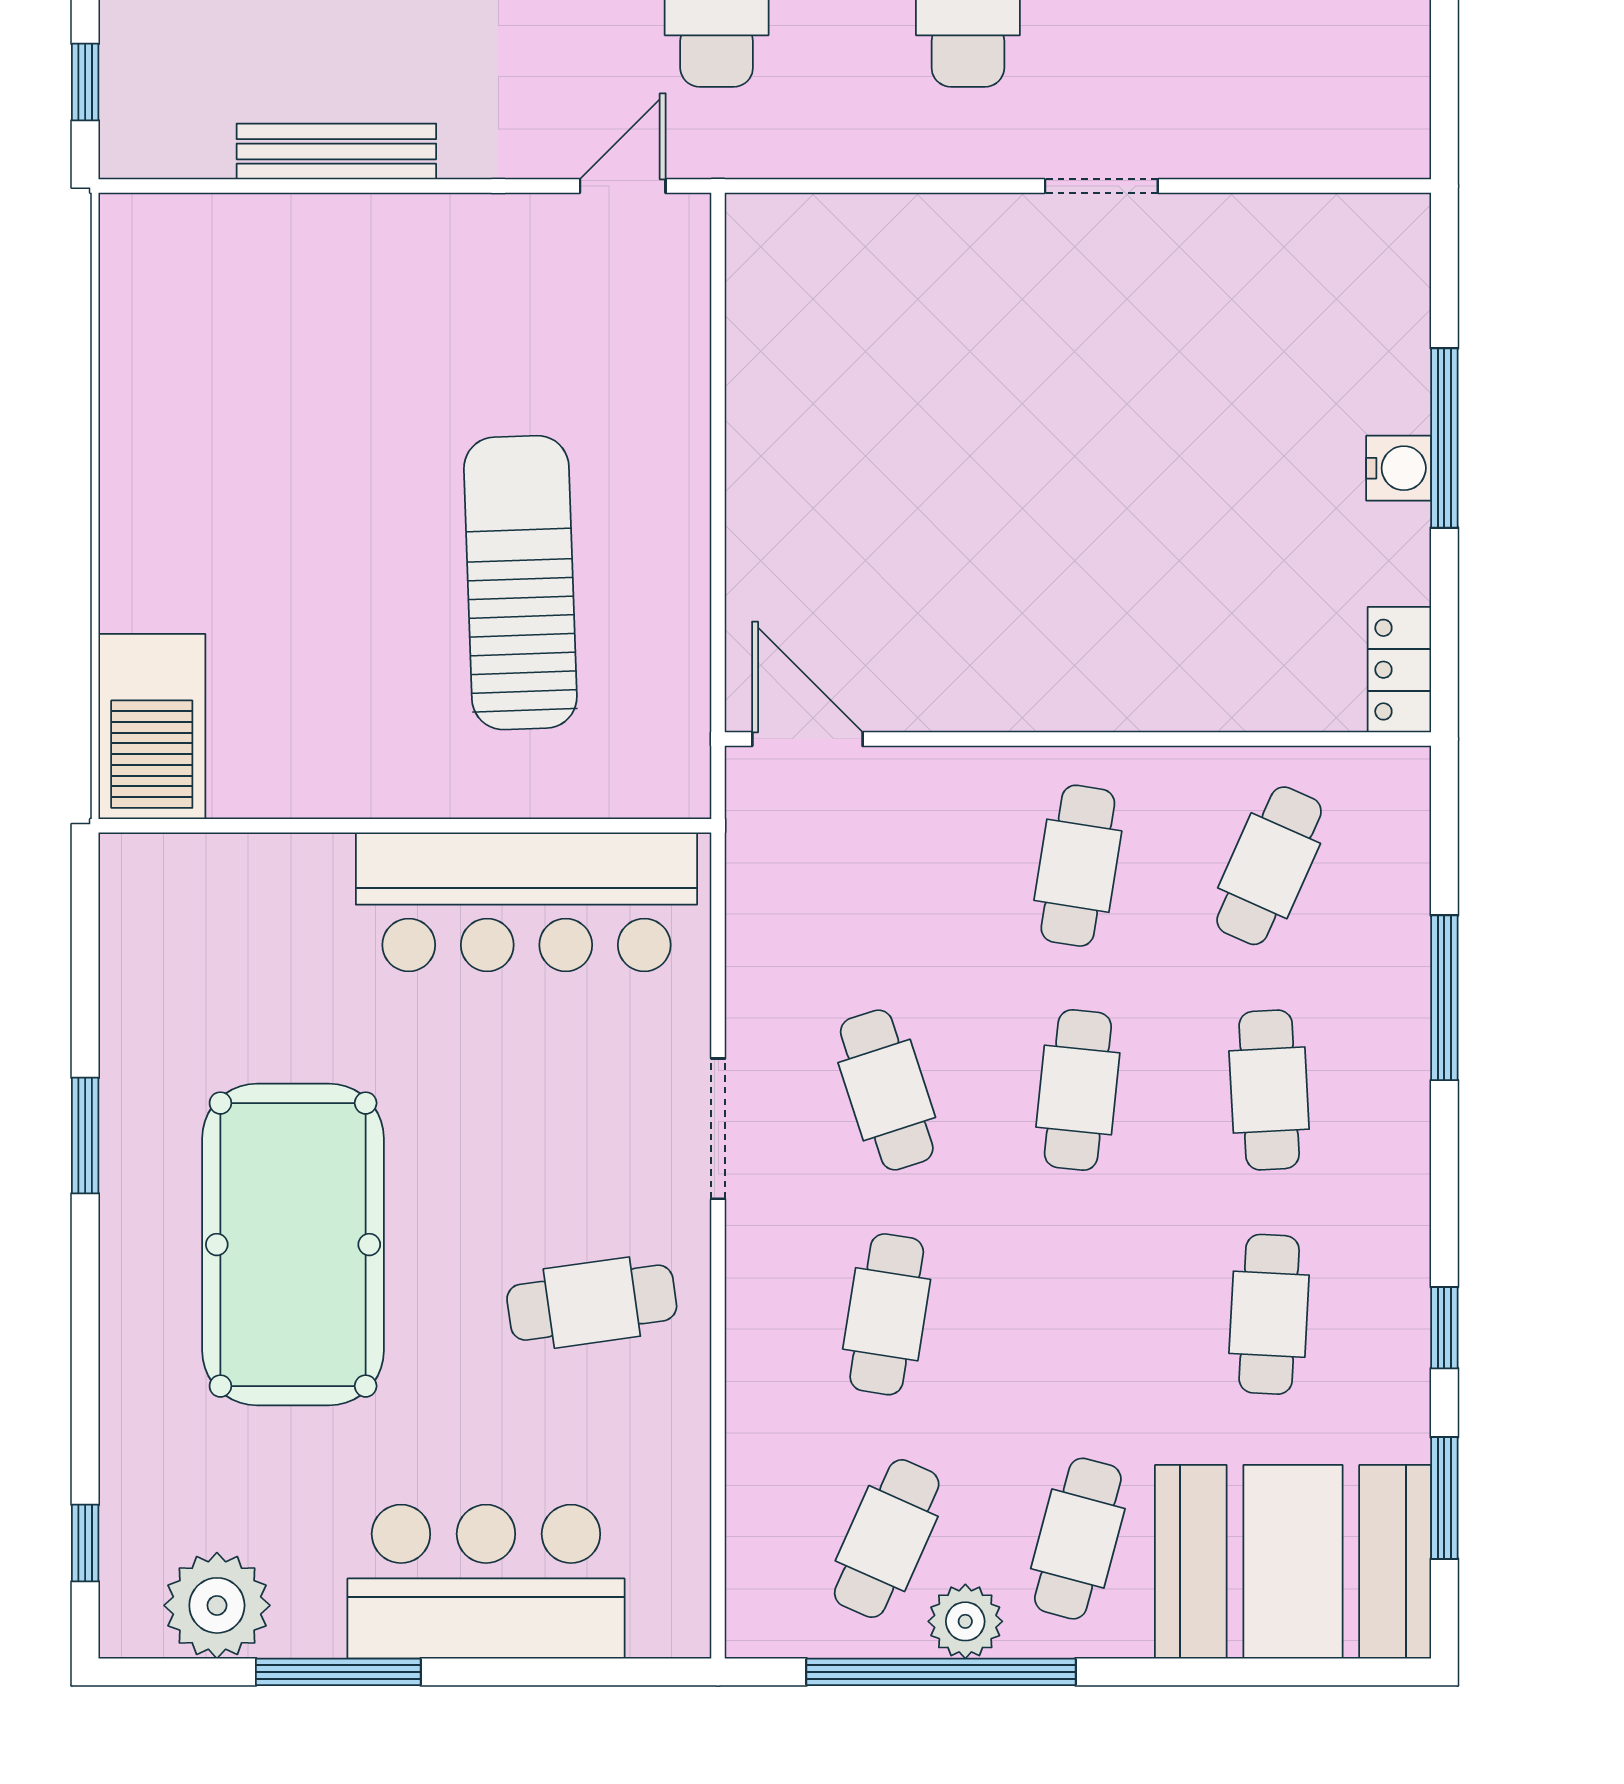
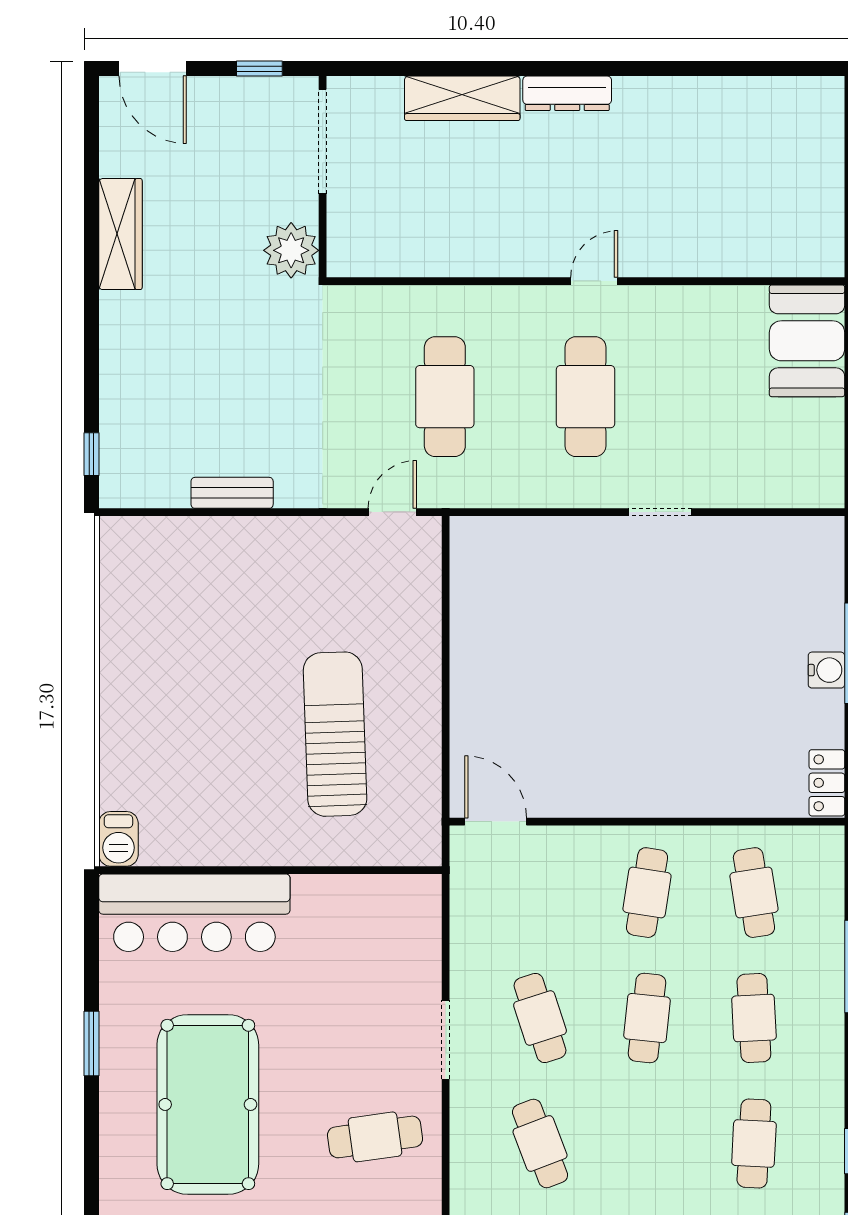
bench: (336, 151) -> (232, 493), width x0.73
barbecue: (152, 726) -> (118, 839), width x0.53, depth x0.65
cafe table: (1269, 866) -> (754, 893), turned -33
bar counter: (526, 902) -> (194, 913), moved
cafe table: (887, 1314) -> (540, 1144), turned -30

